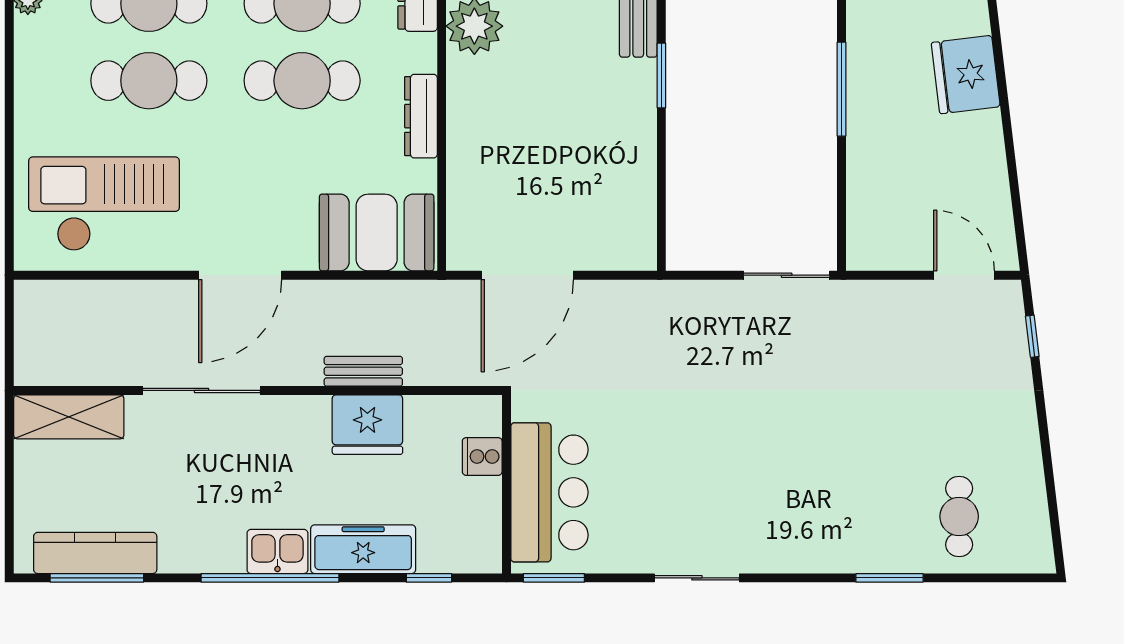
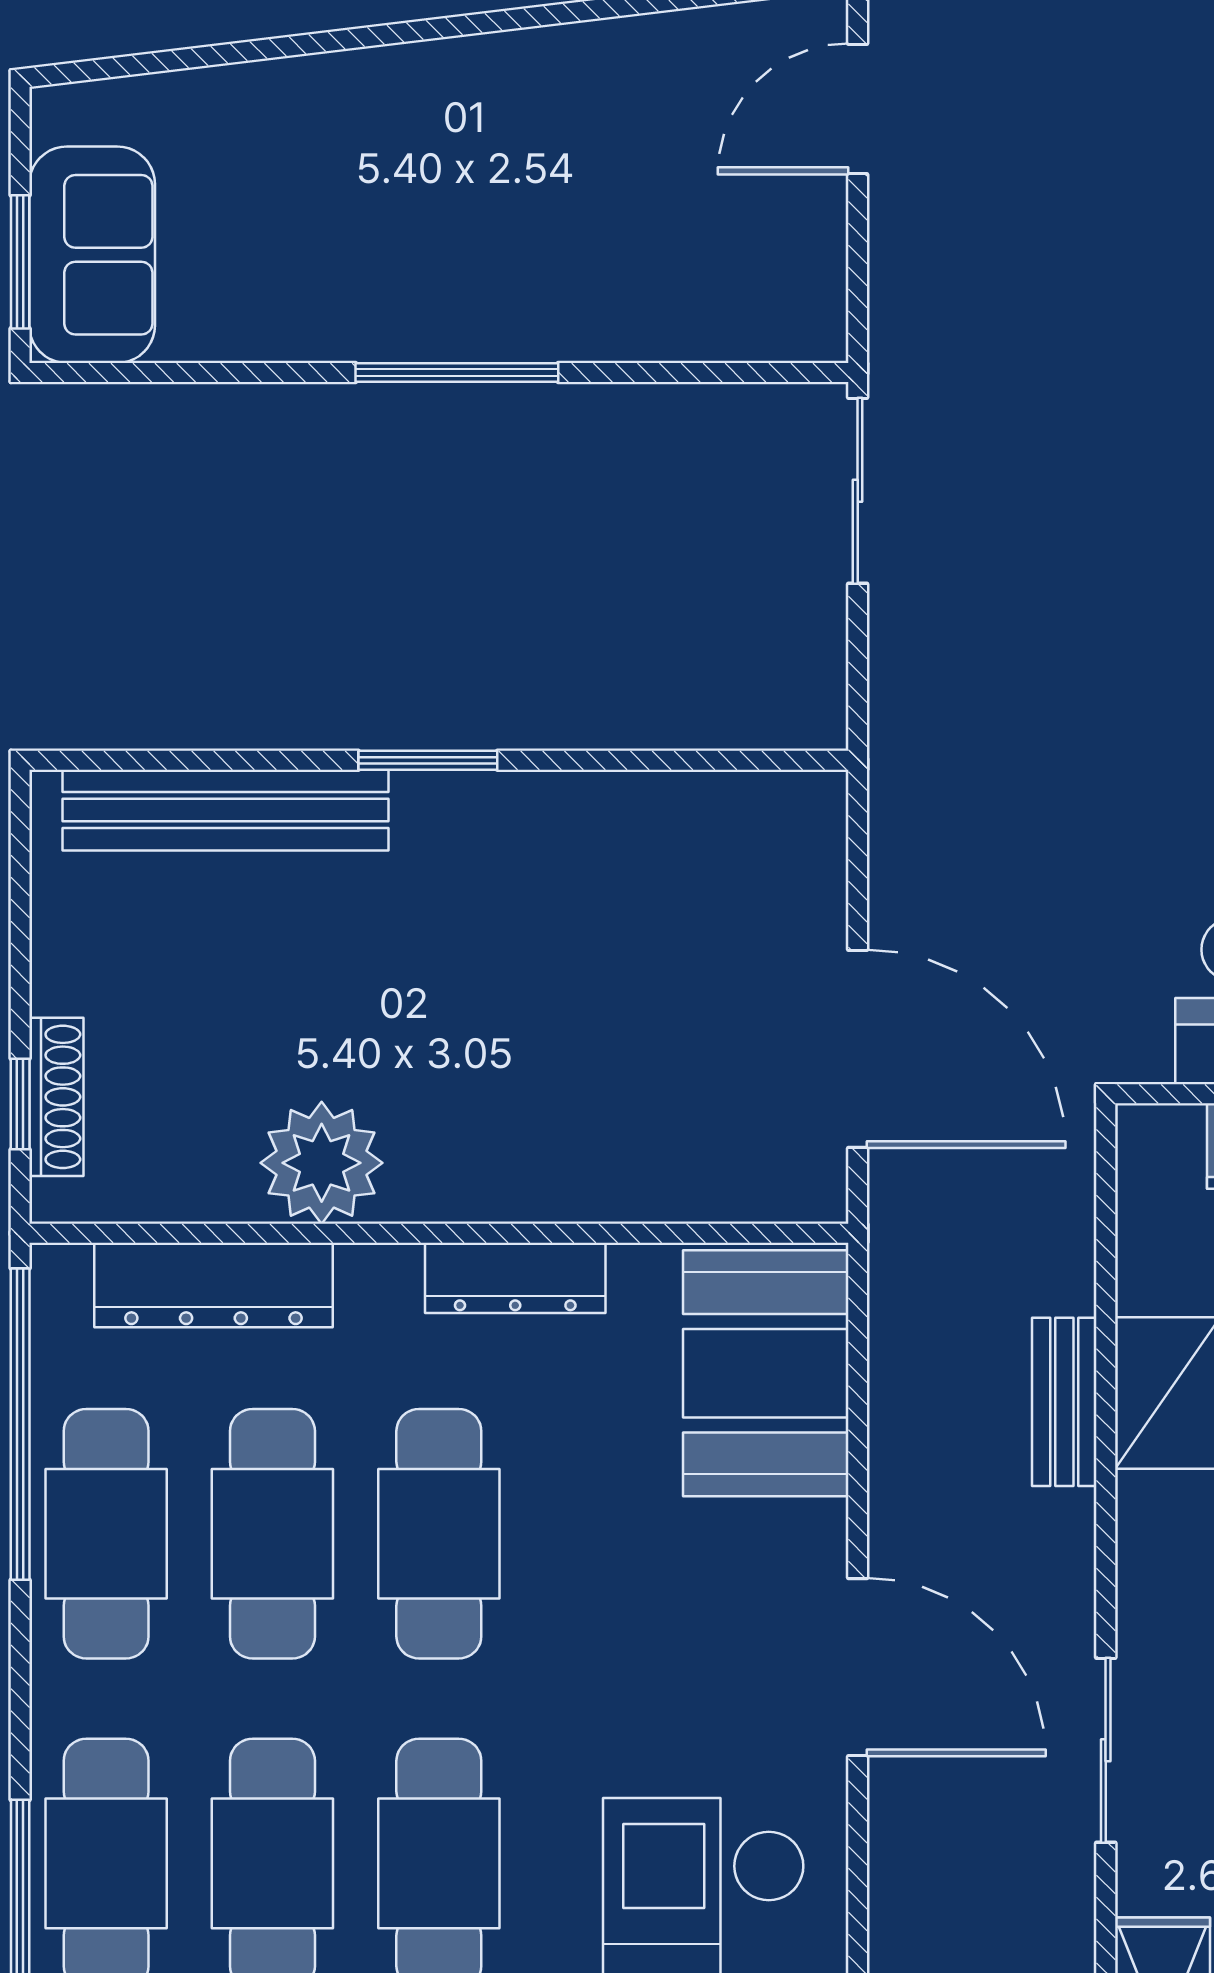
fridge: (966, 75) -> (426, 105), removed
sliding door: (201, 390) -> (1106, 1750), width x0.73

